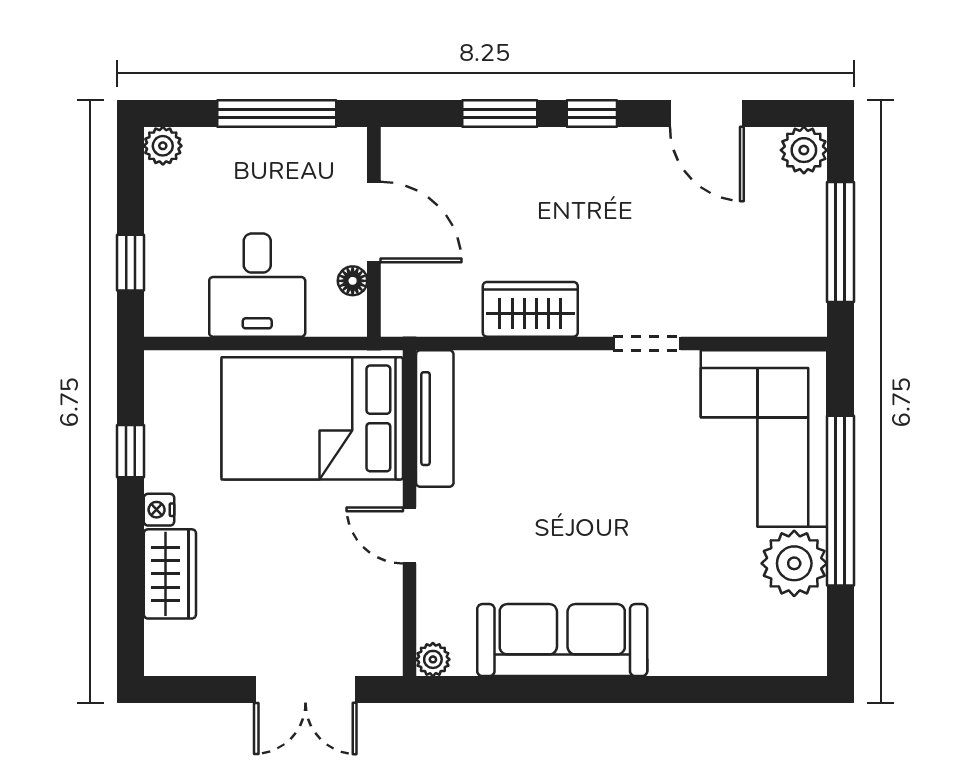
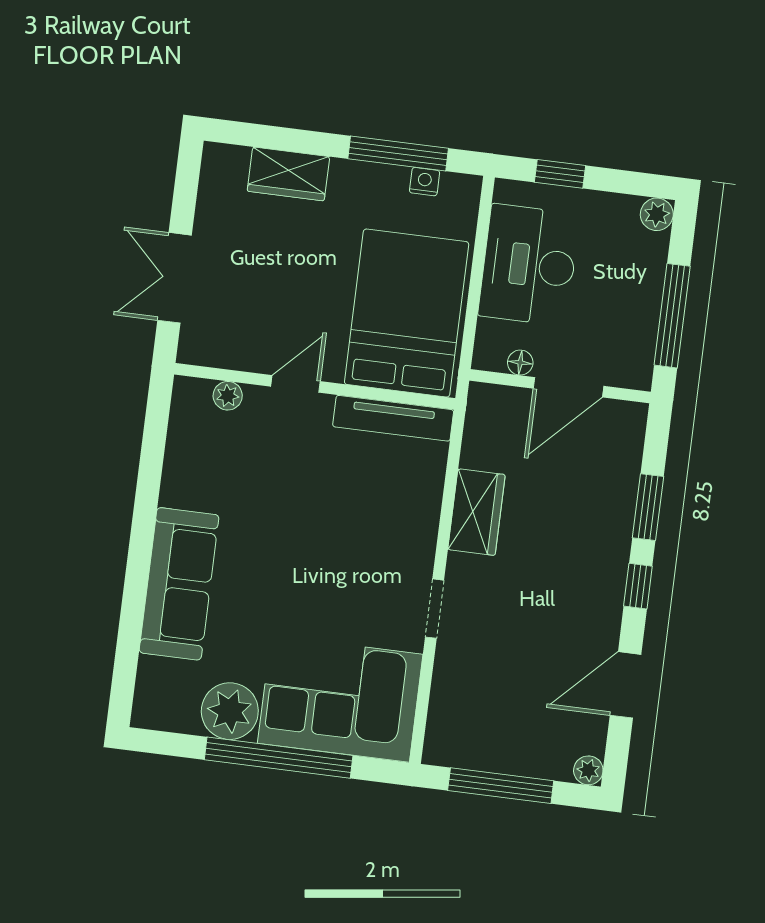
plant: (804, 150) -> (588, 770), width x0.73, depth x0.73
desk: (257, 285) -> (529, 265), width x1.37
window: (130, 451) -> (398, 153), width x2.17
nightstand: (159, 510) -> (425, 182), moved
sofa: (562, 640) -> (179, 584), moved
plant: (433, 659) -> (228, 396), moved

